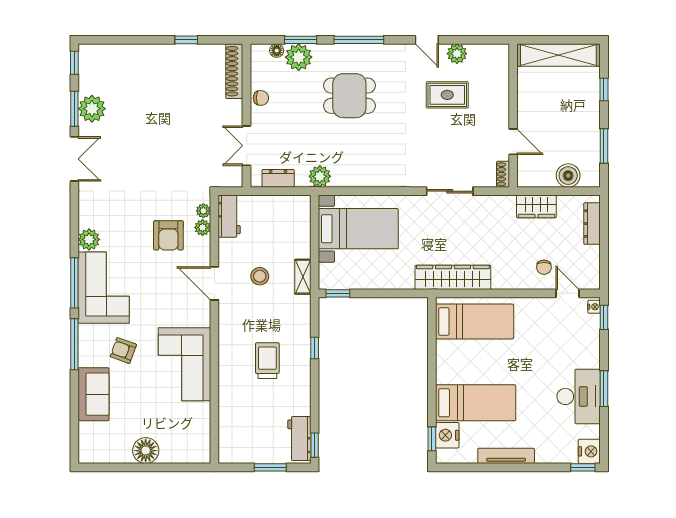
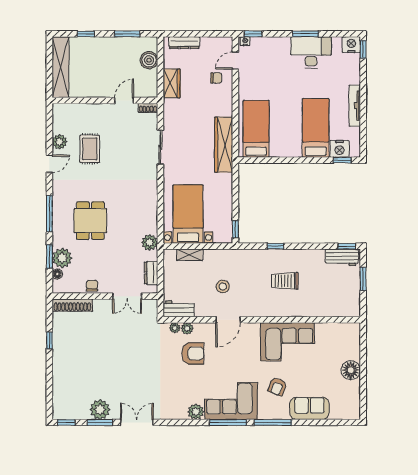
shelving: (303, 277) -> (190, 255), moved

